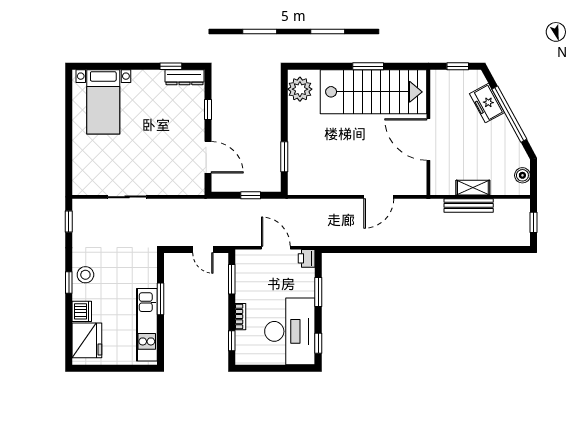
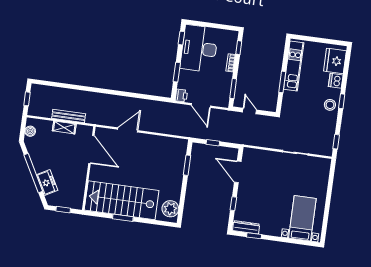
door: (428, 140) -> (91, 150), moved

